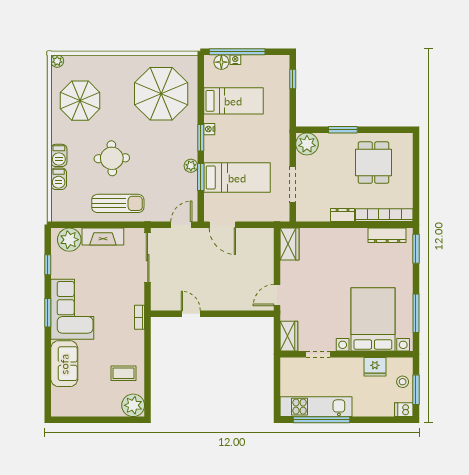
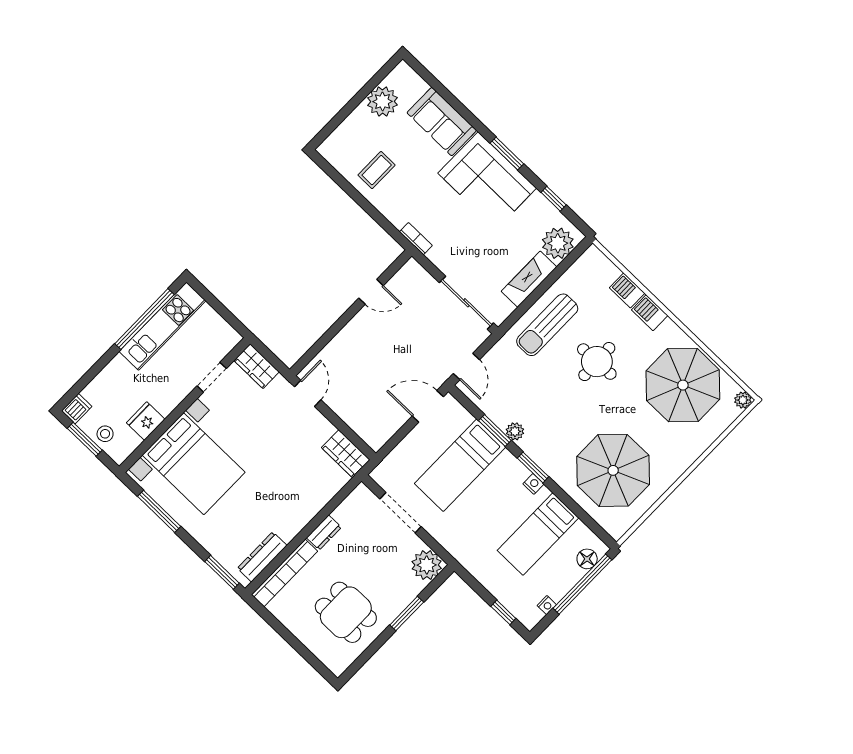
nightstand: (235, 60) -> (547, 605), moved
parasol: (80, 101) -> (683, 385), width x1.36, depth x1.36
plant: (133, 405) -> (383, 101), moved

